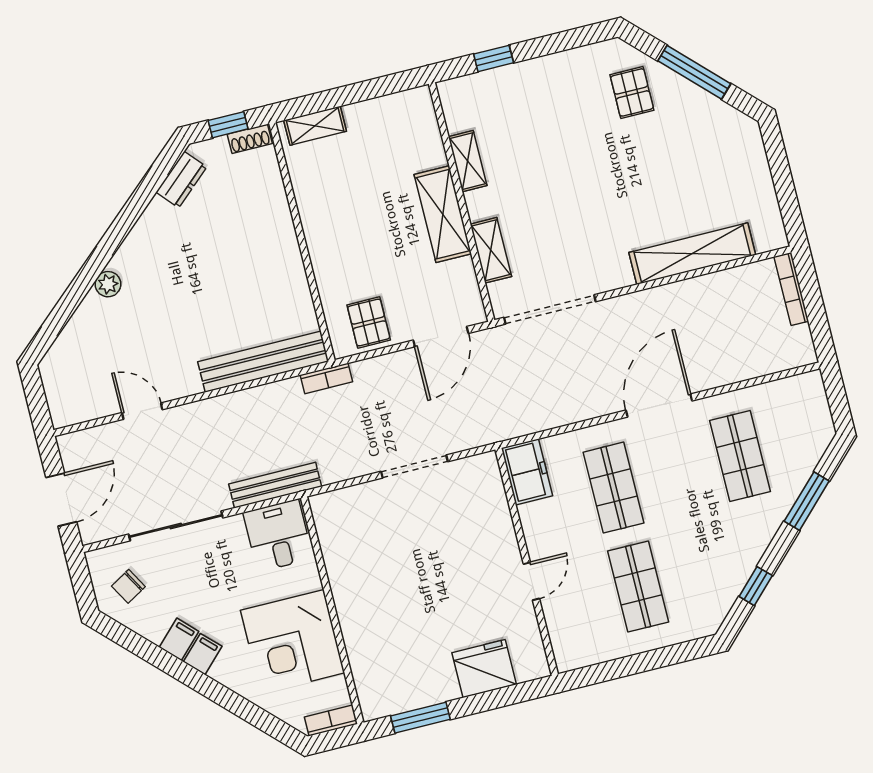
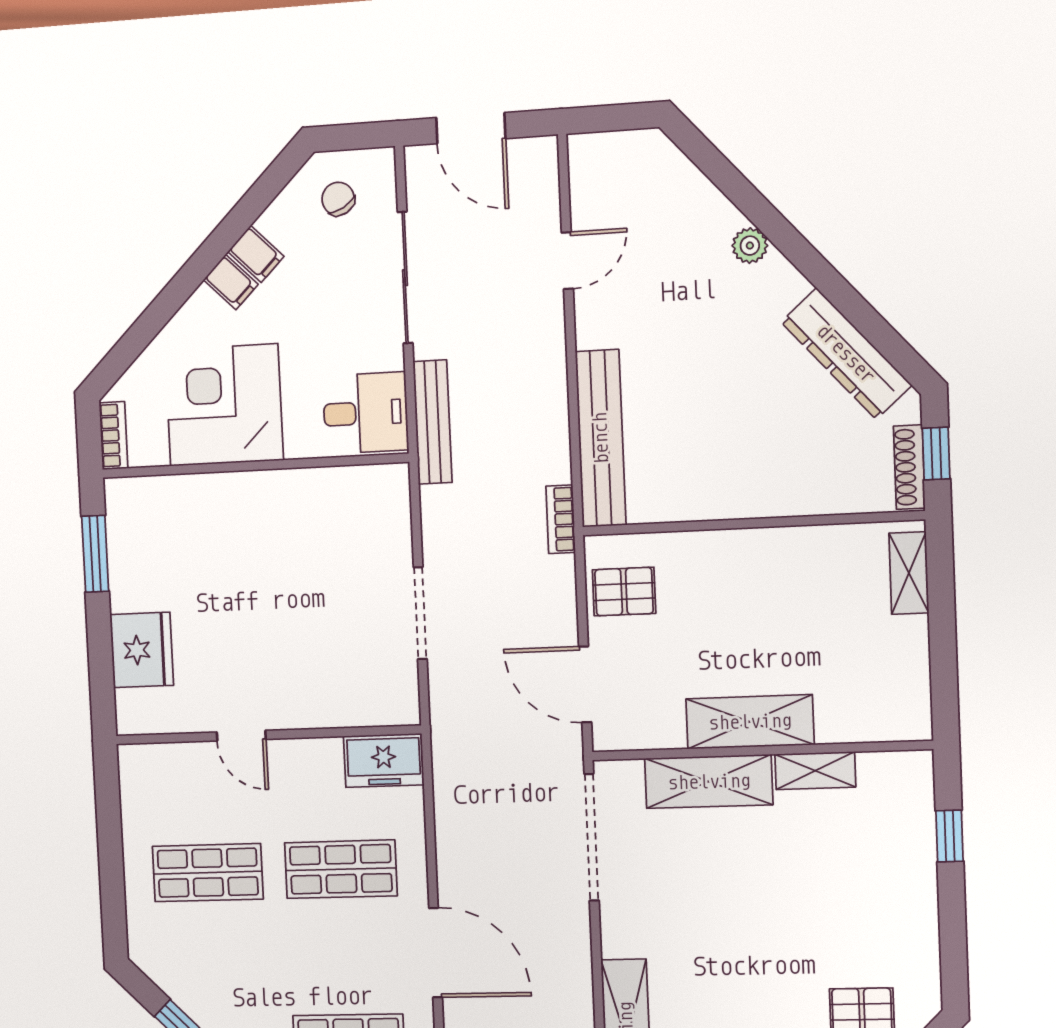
shoe rack: (250, 139) -> (909, 467), width x1.43
dresser: (181, 180) -> (846, 354), width x1.96, depth x1.24
shelving: (491, 250) -> (709, 782), width x1.50, depth x1.33

